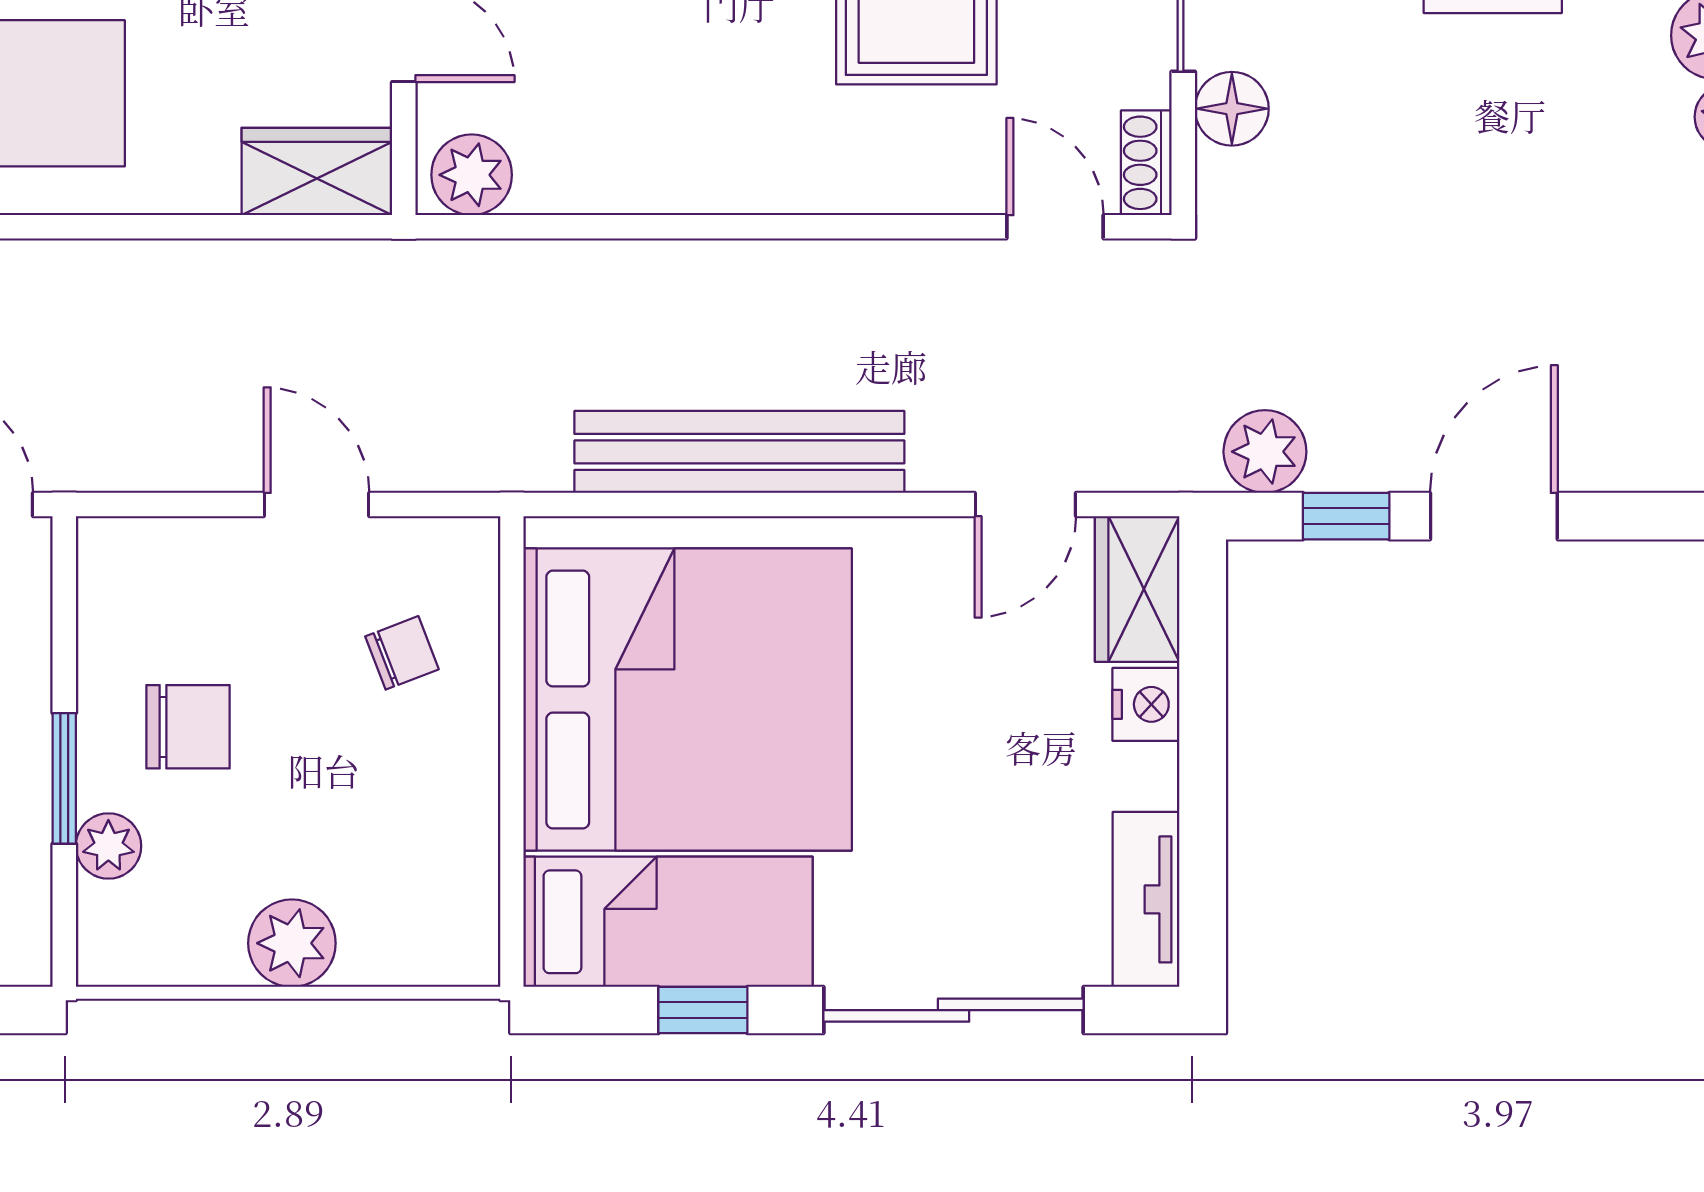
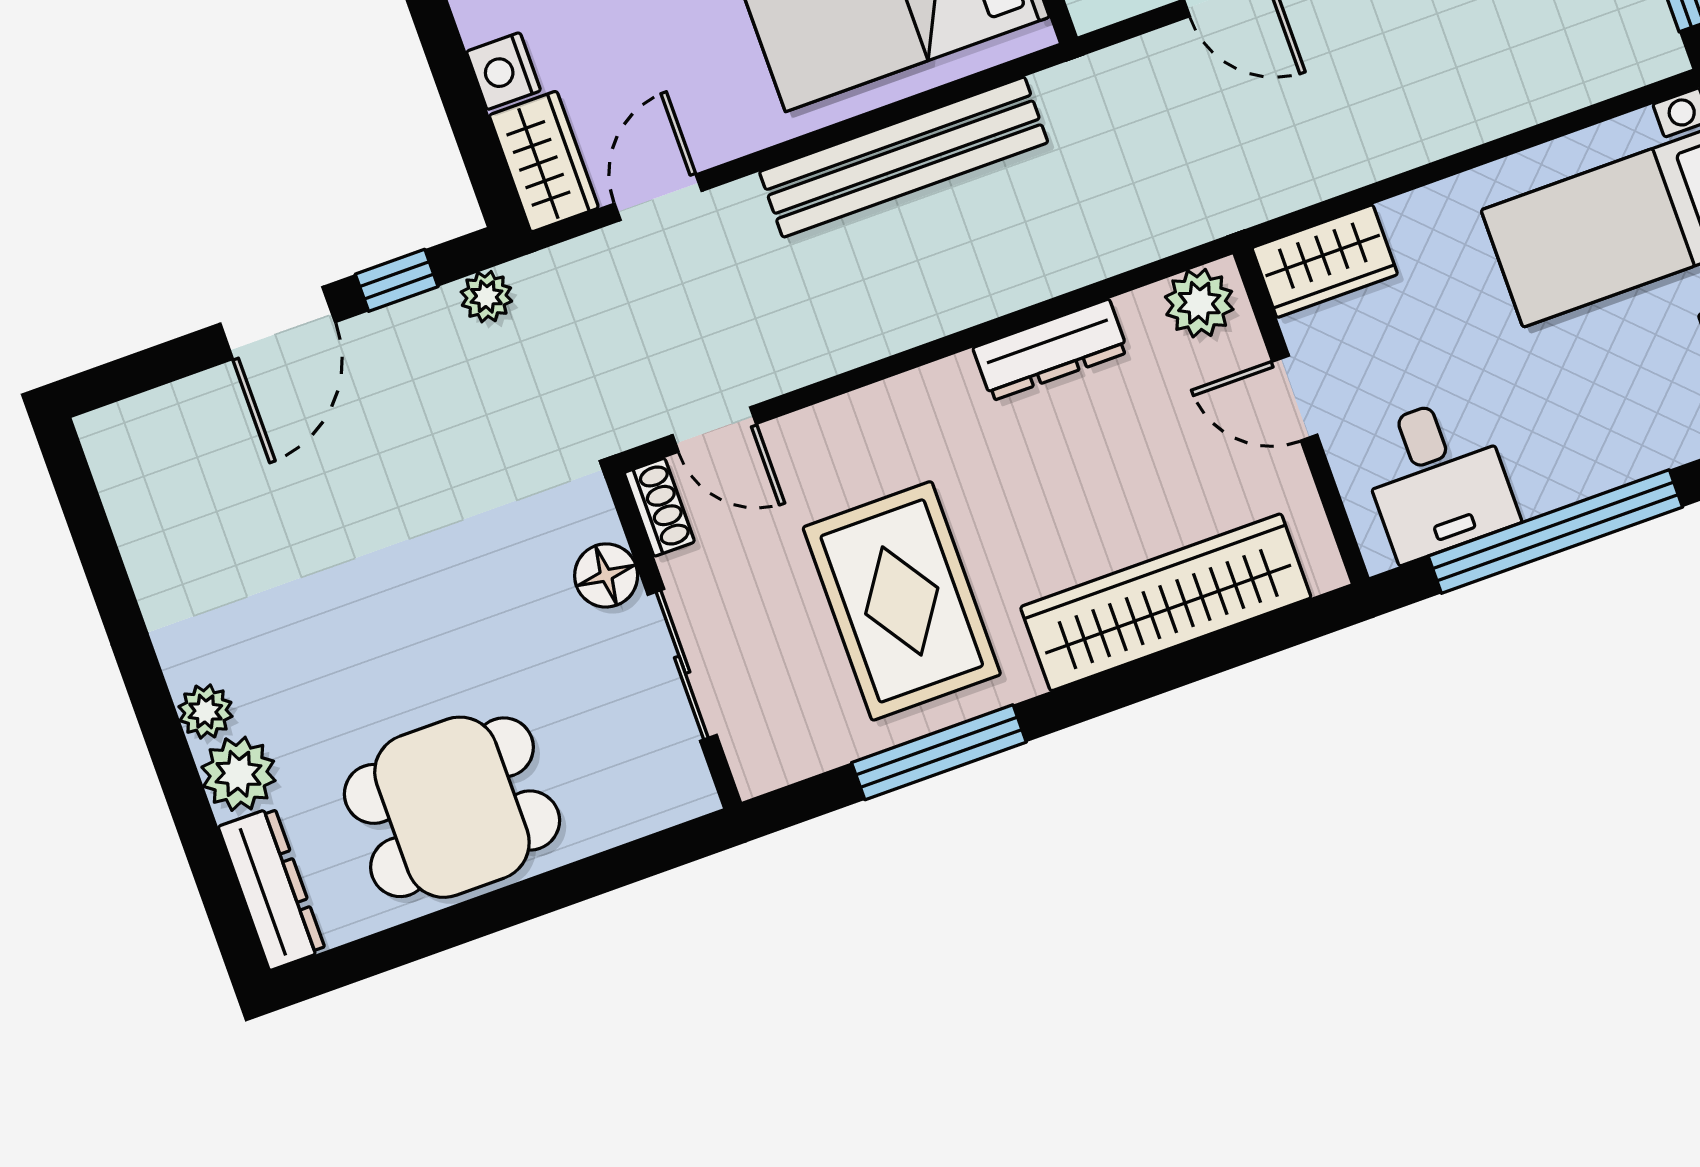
dresser: (654, 182) -> (1050, 350), added
plant: (1265, 452) -> (486, 297), width x0.73, depth x0.73

